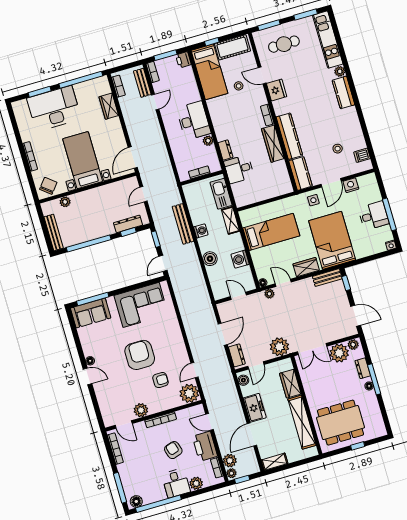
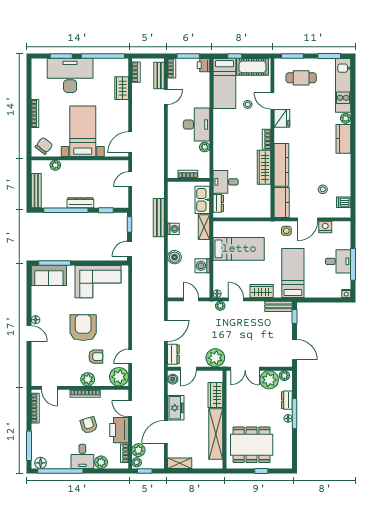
dresser: (225, 150) -> (218, 203), moved
dresser: (128, 224) -> (80, 203), moved
bed: (332, 240) -> (293, 273), width x0.67
plant: (141, 410) -> (88, 379), moved

